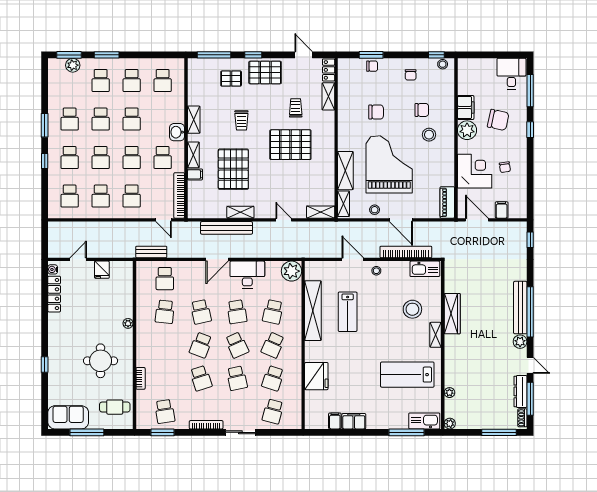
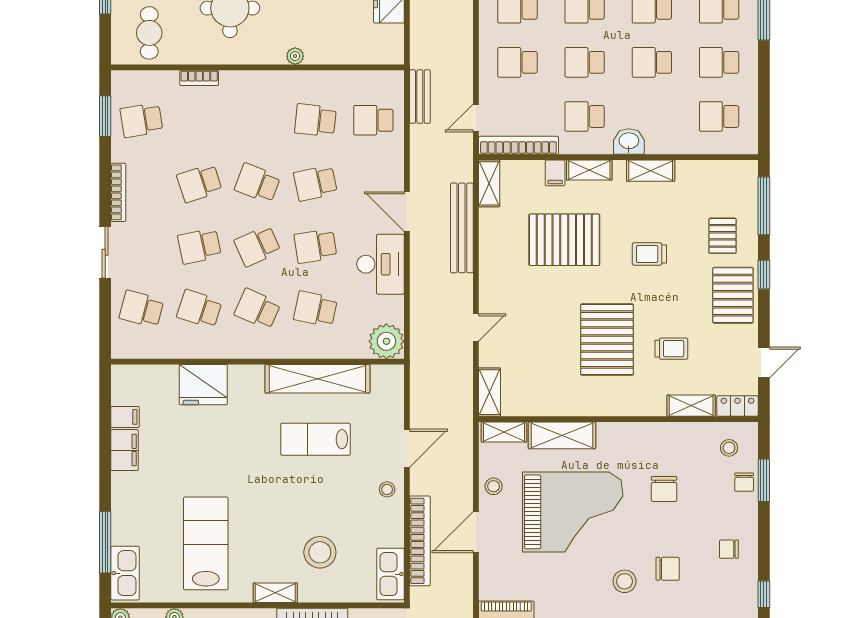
stool: (443, 64) -> (729, 448), moved
chair: (422, 110) -> (668, 569), turned -90
shelving: (240, 212) -> (489, 183), moved

